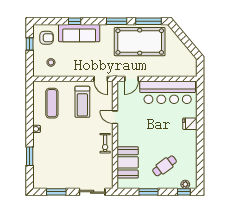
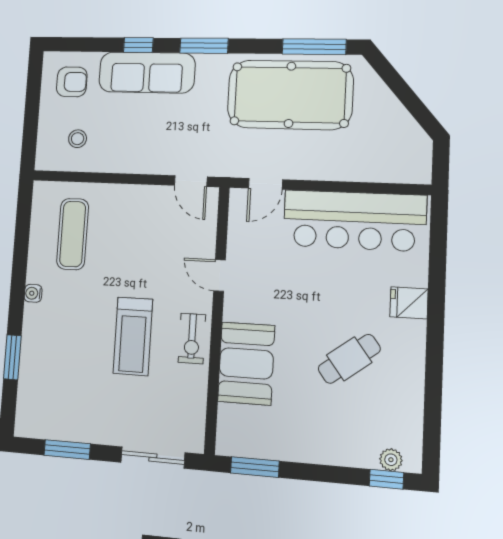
window: (117, 21) -> (204, 46), moved
window: (30, 44) -> (33, 95), removed
treadmill: (82, 102) -> (133, 336), moved
booth: (128, 162) -> (246, 363), moved
cafe table: (165, 166) -> (349, 359), moved
window: (149, 192) -> (255, 467), moved

